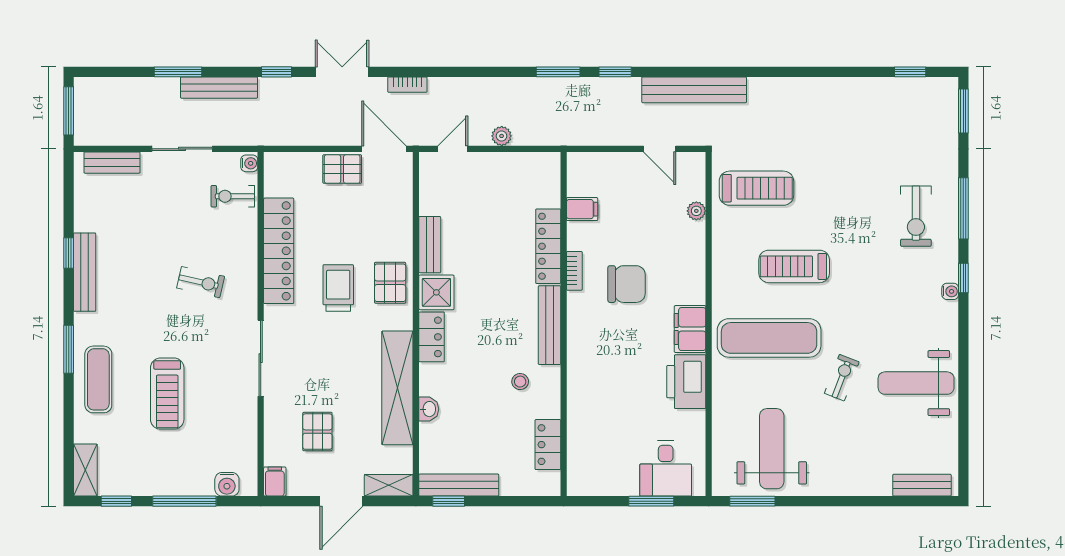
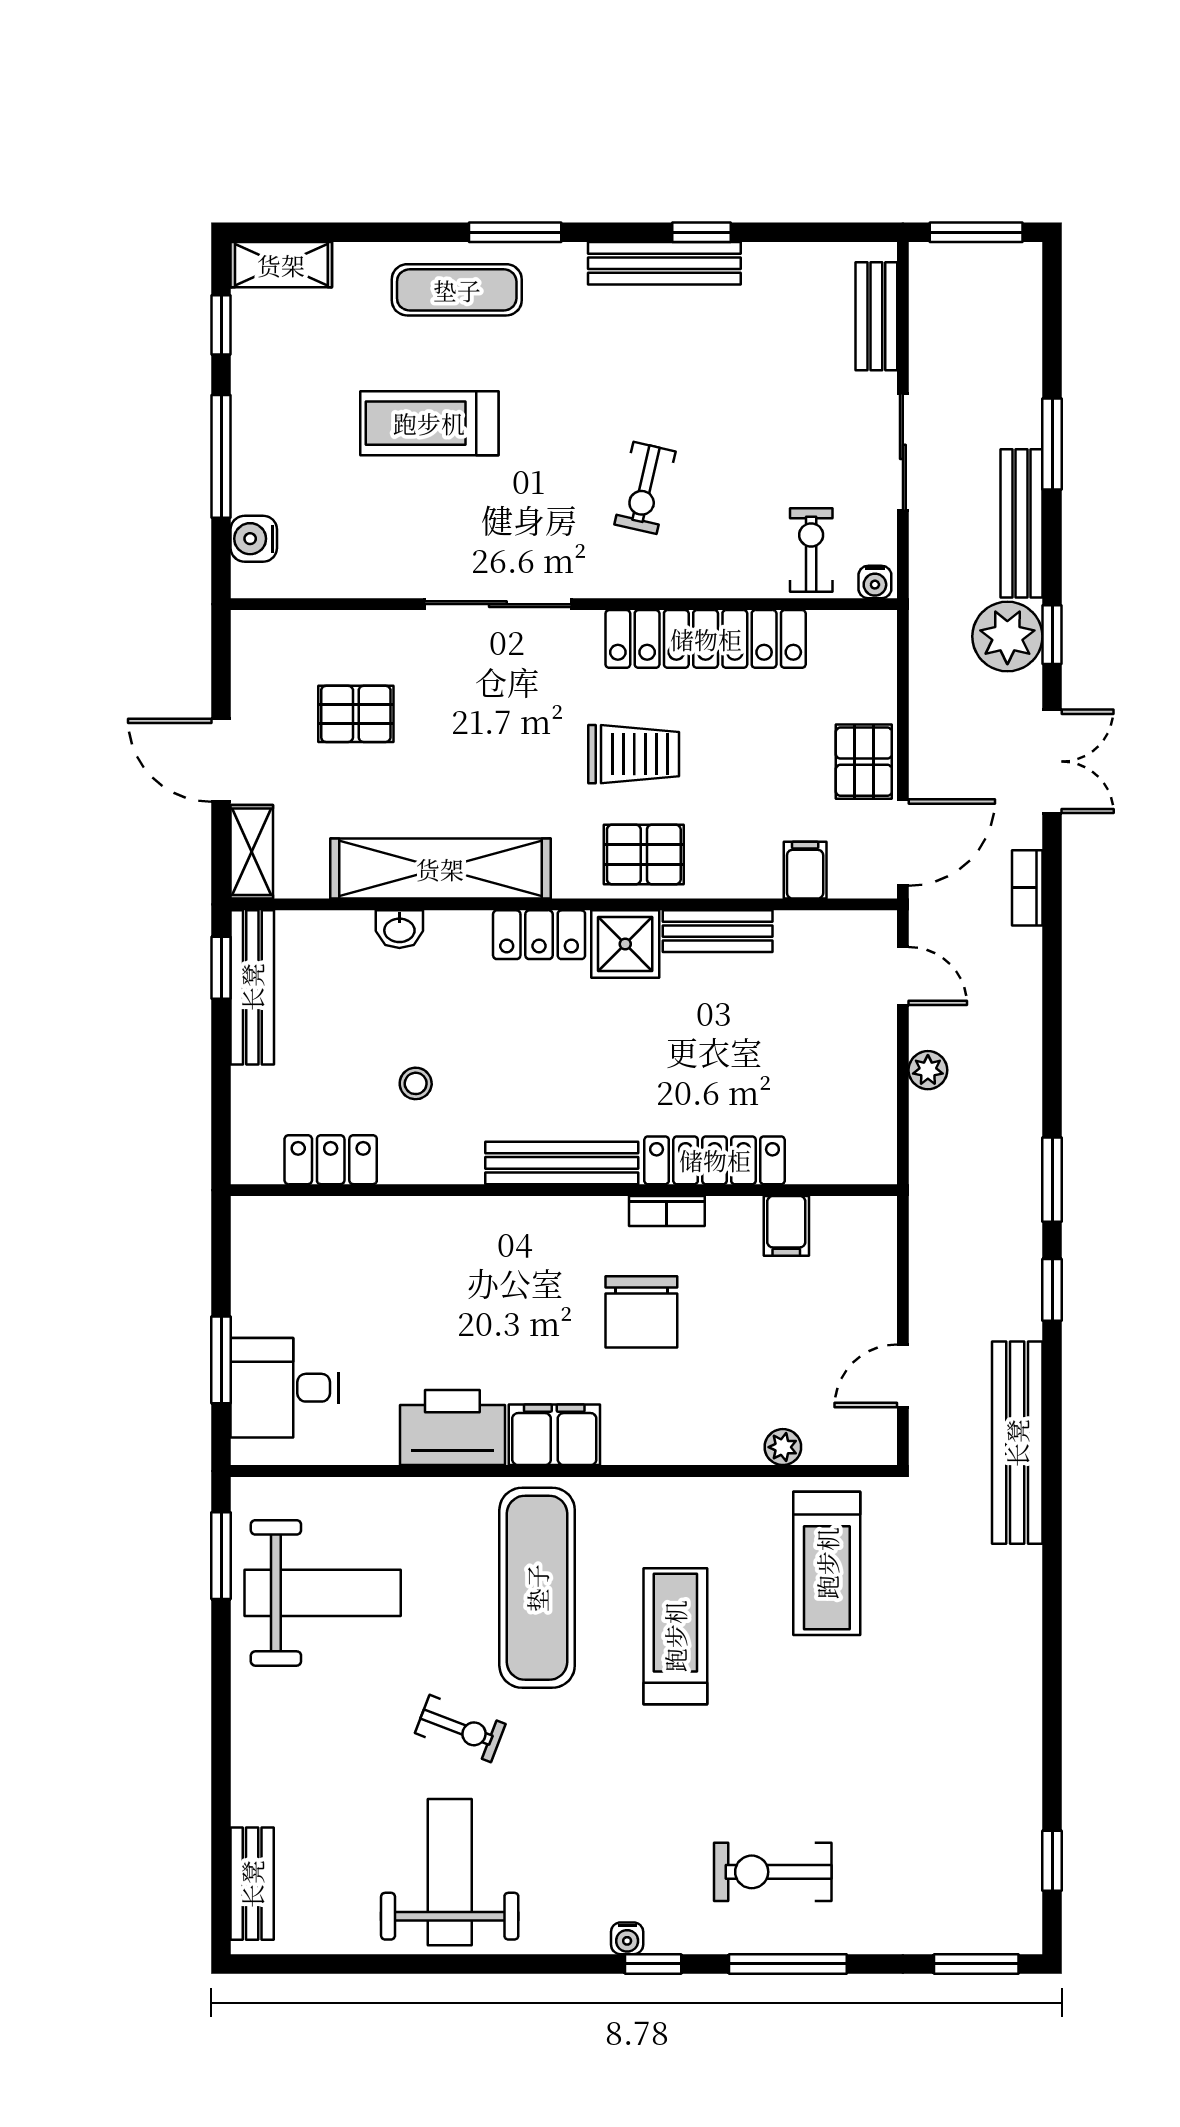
plant: (277, 95) -> (1007, 636), added
stool: (520, 382) -> (416, 1083), moved
filing cabinet: (275, 482) -> (805, 870), moved, turned -90

